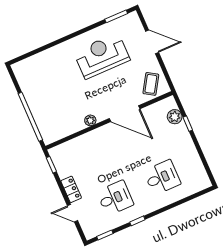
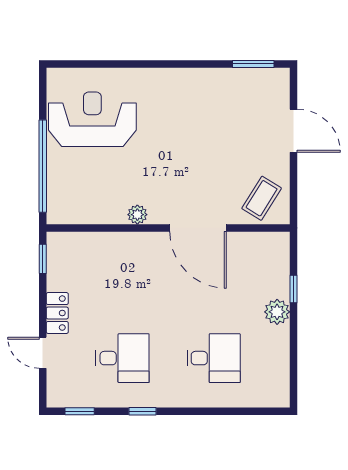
reception desk: (102, 56) -> (92, 119), moved
plant: (175, 117) -> (277, 312), moved

